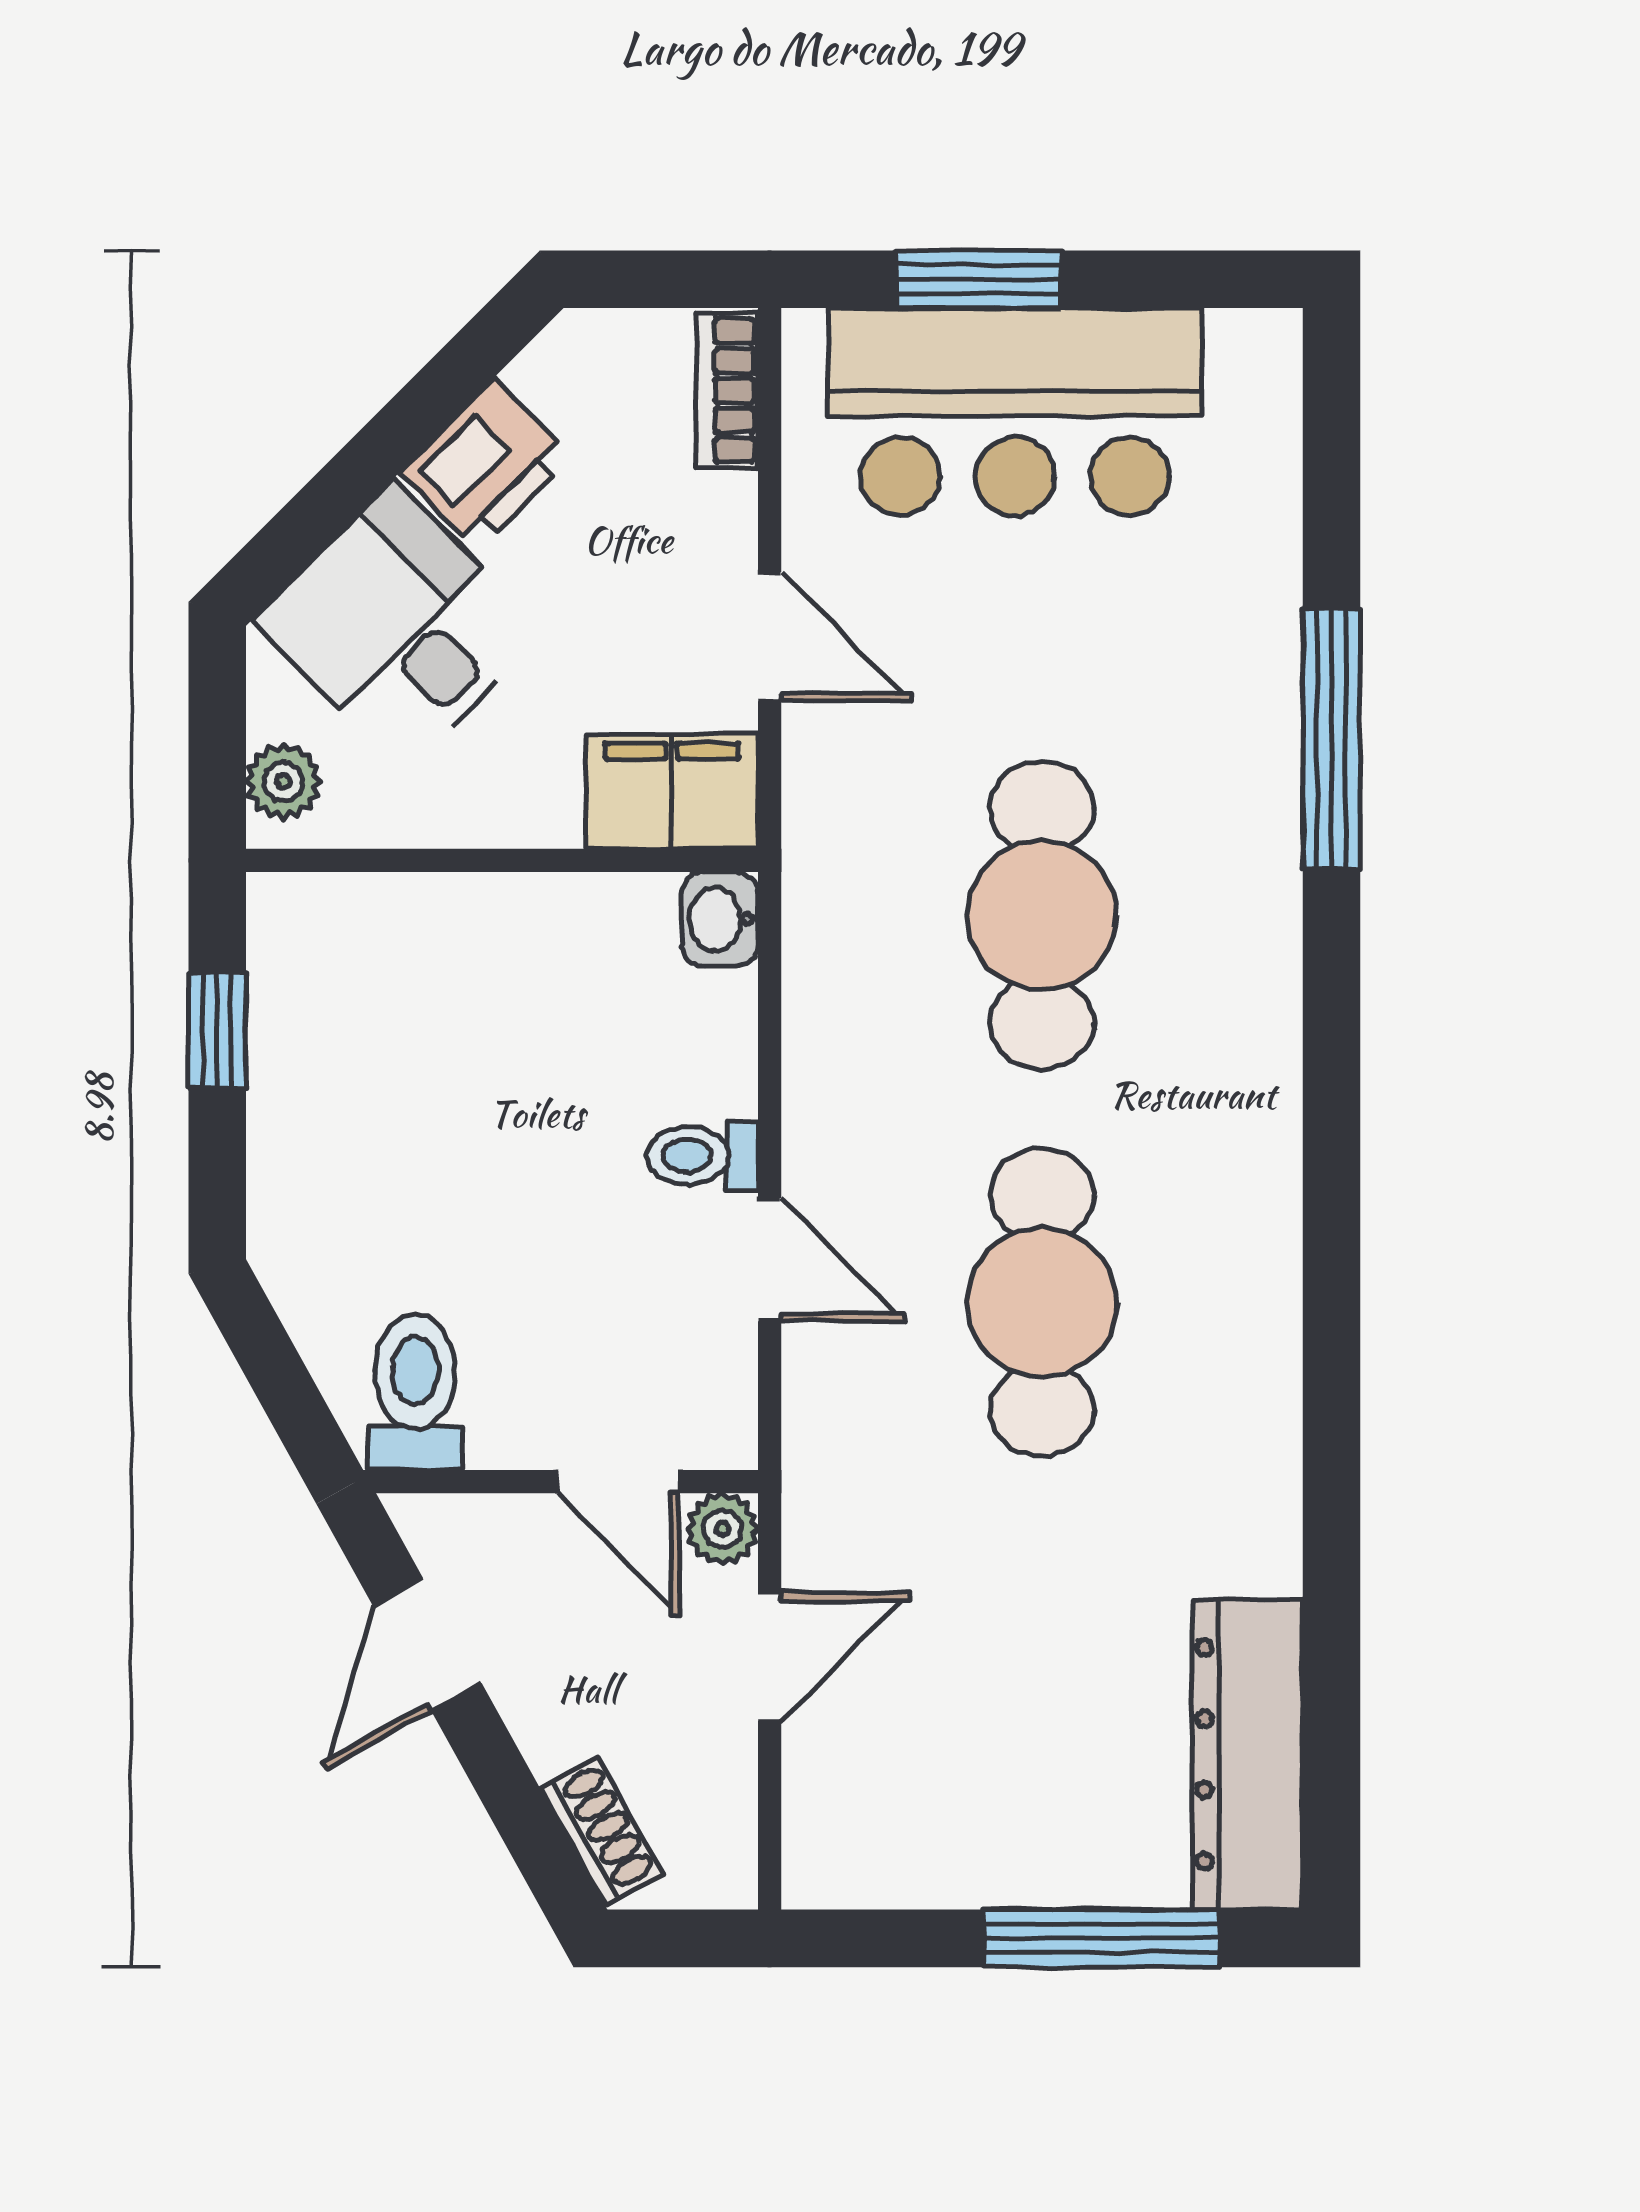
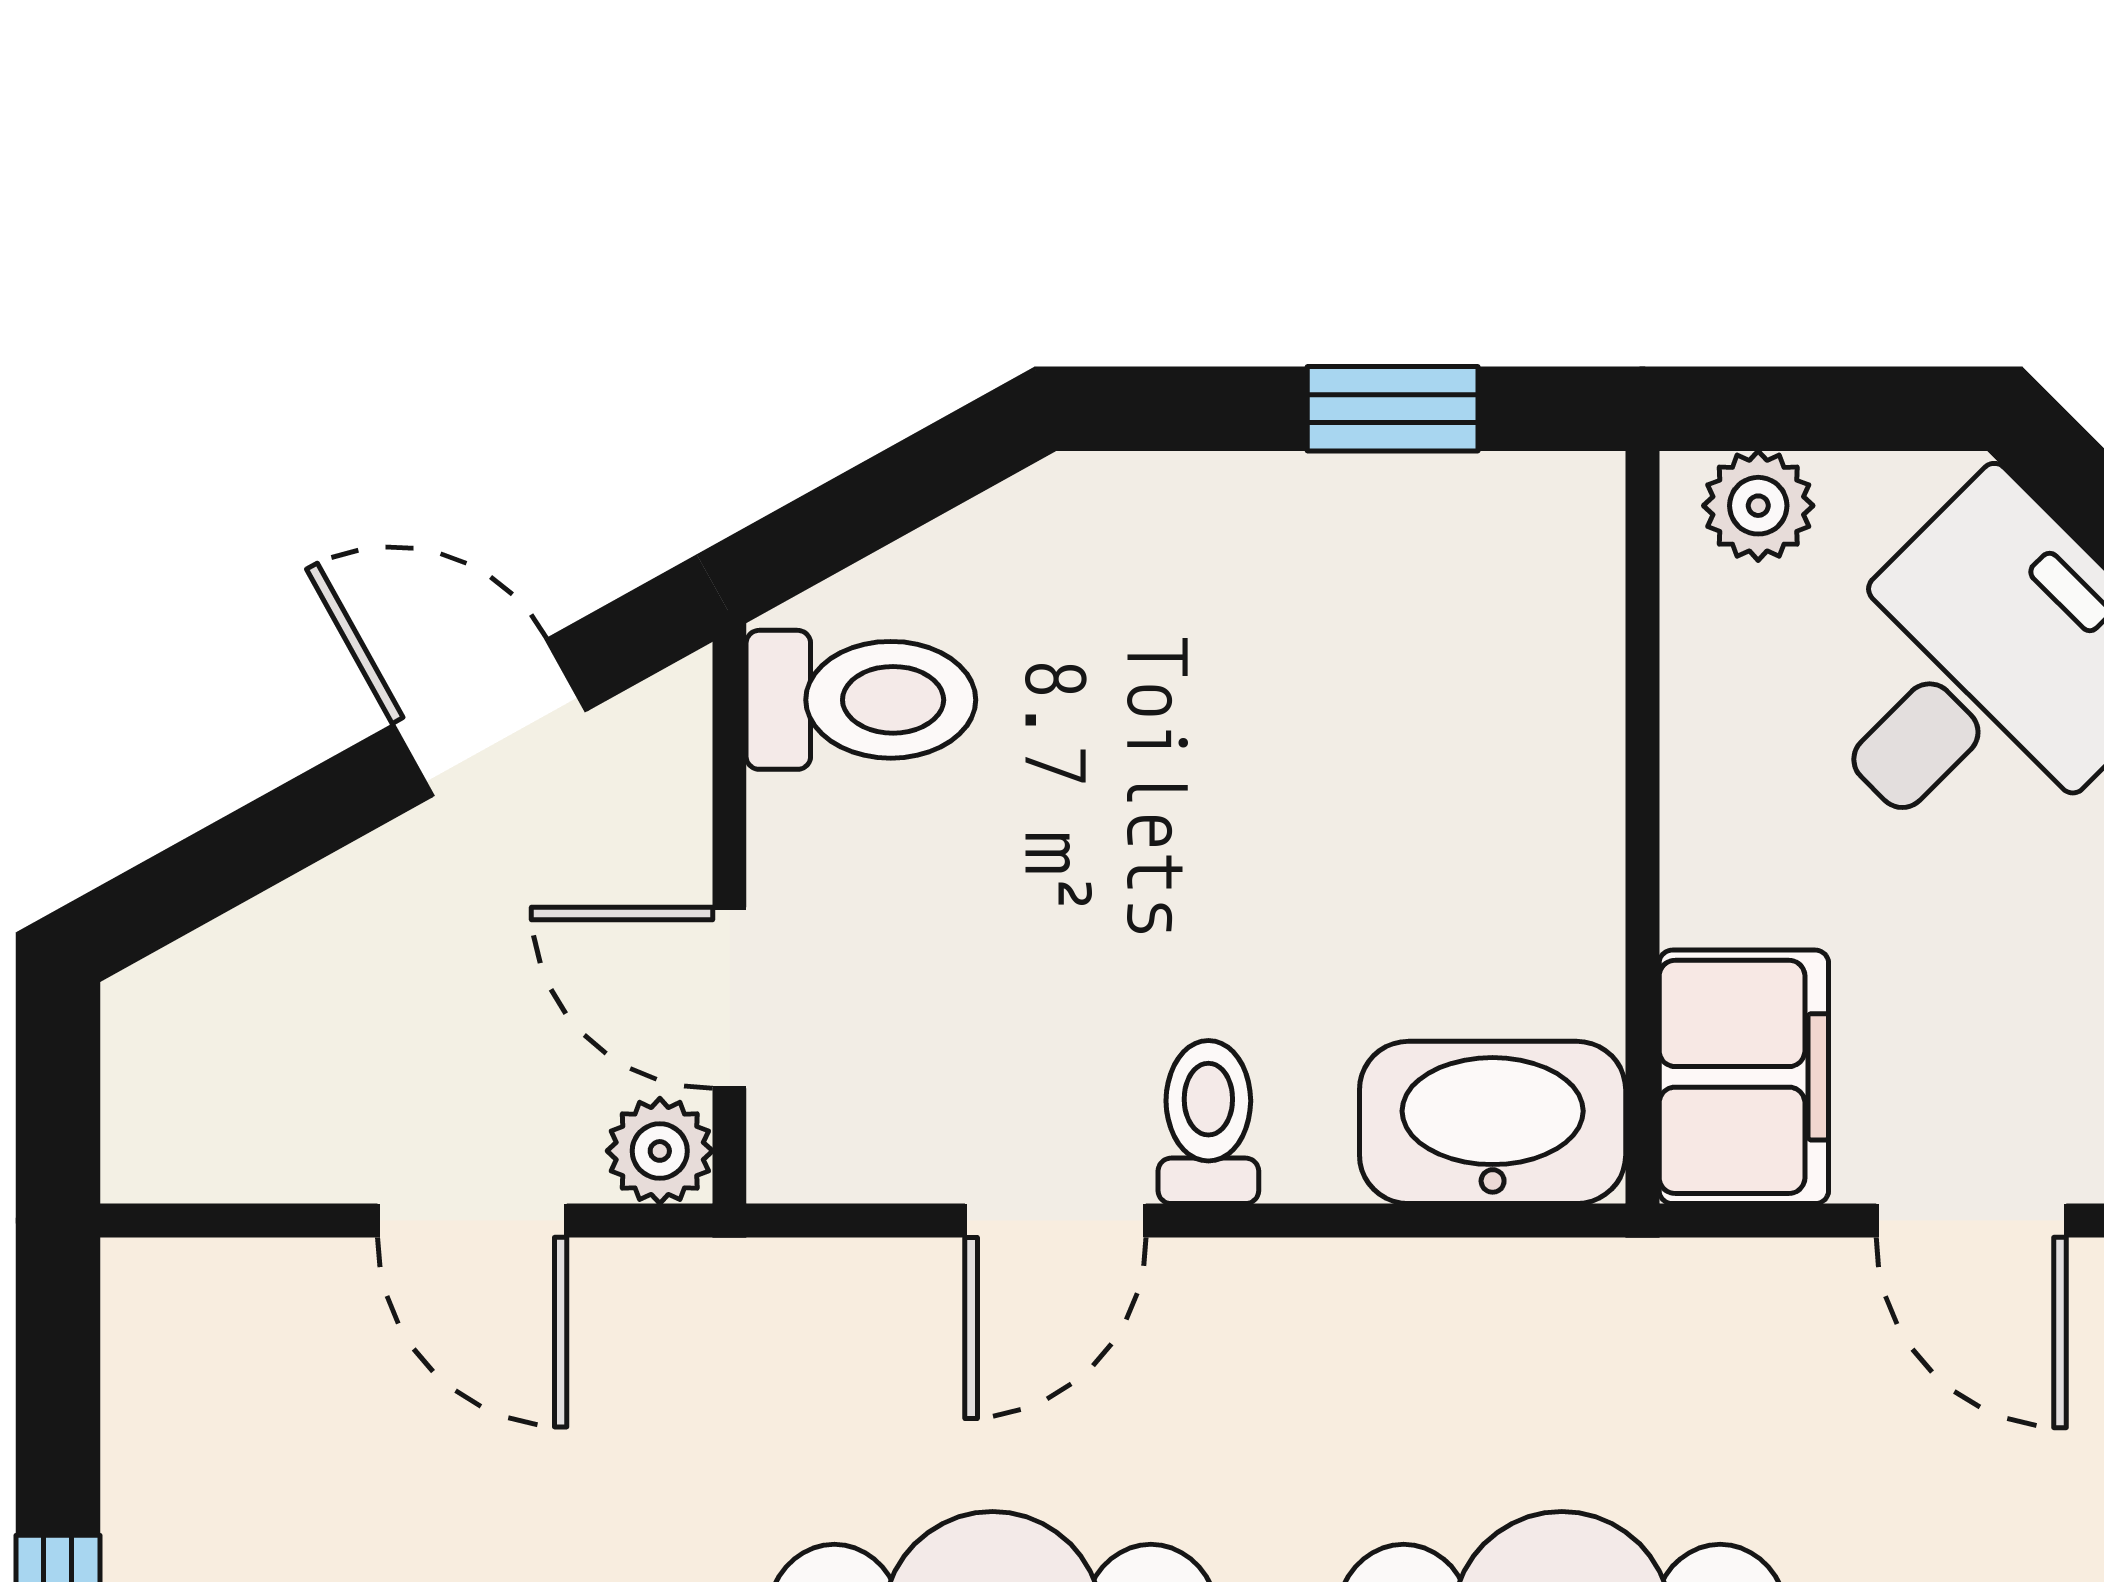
door: (770, 637) -> (1971, 1221), hinge flipped
washbasin: (720, 919) -> (1493, 1122), width x1.91, depth x1.45
door: (618, 1482) -> (729, 998), hinge flipped
shoe rack: (601, 1831) -> (216, 973), removed

